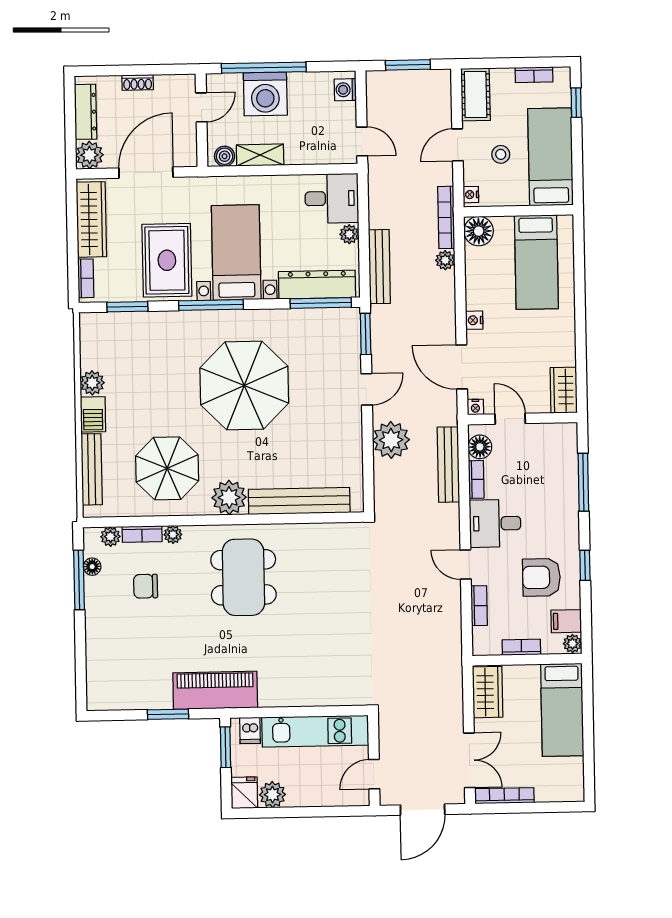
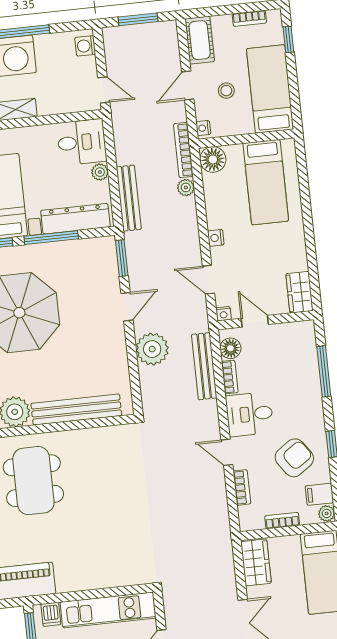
window: (321, 303) -> (51, 238), moved
door: (462, 367) -> (208, 280), width x0.73
armchair: (541, 577) -> (294, 458), turned 145

